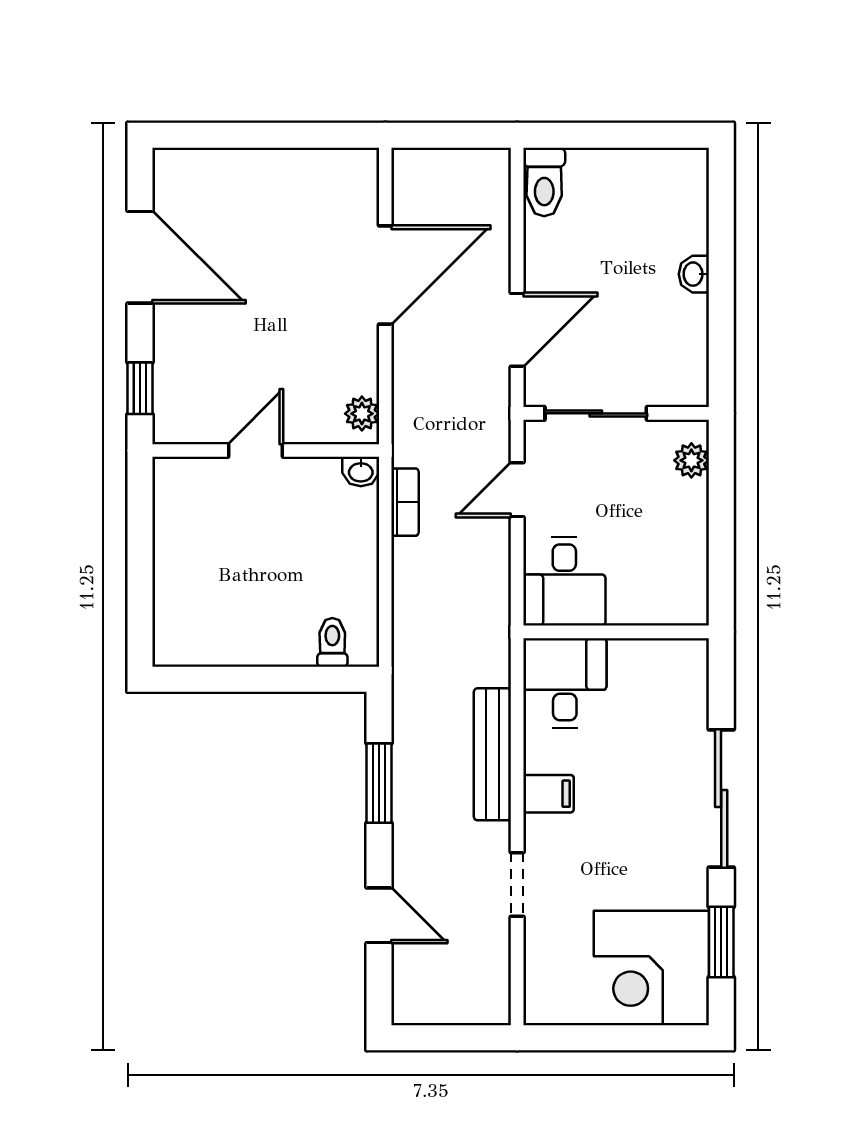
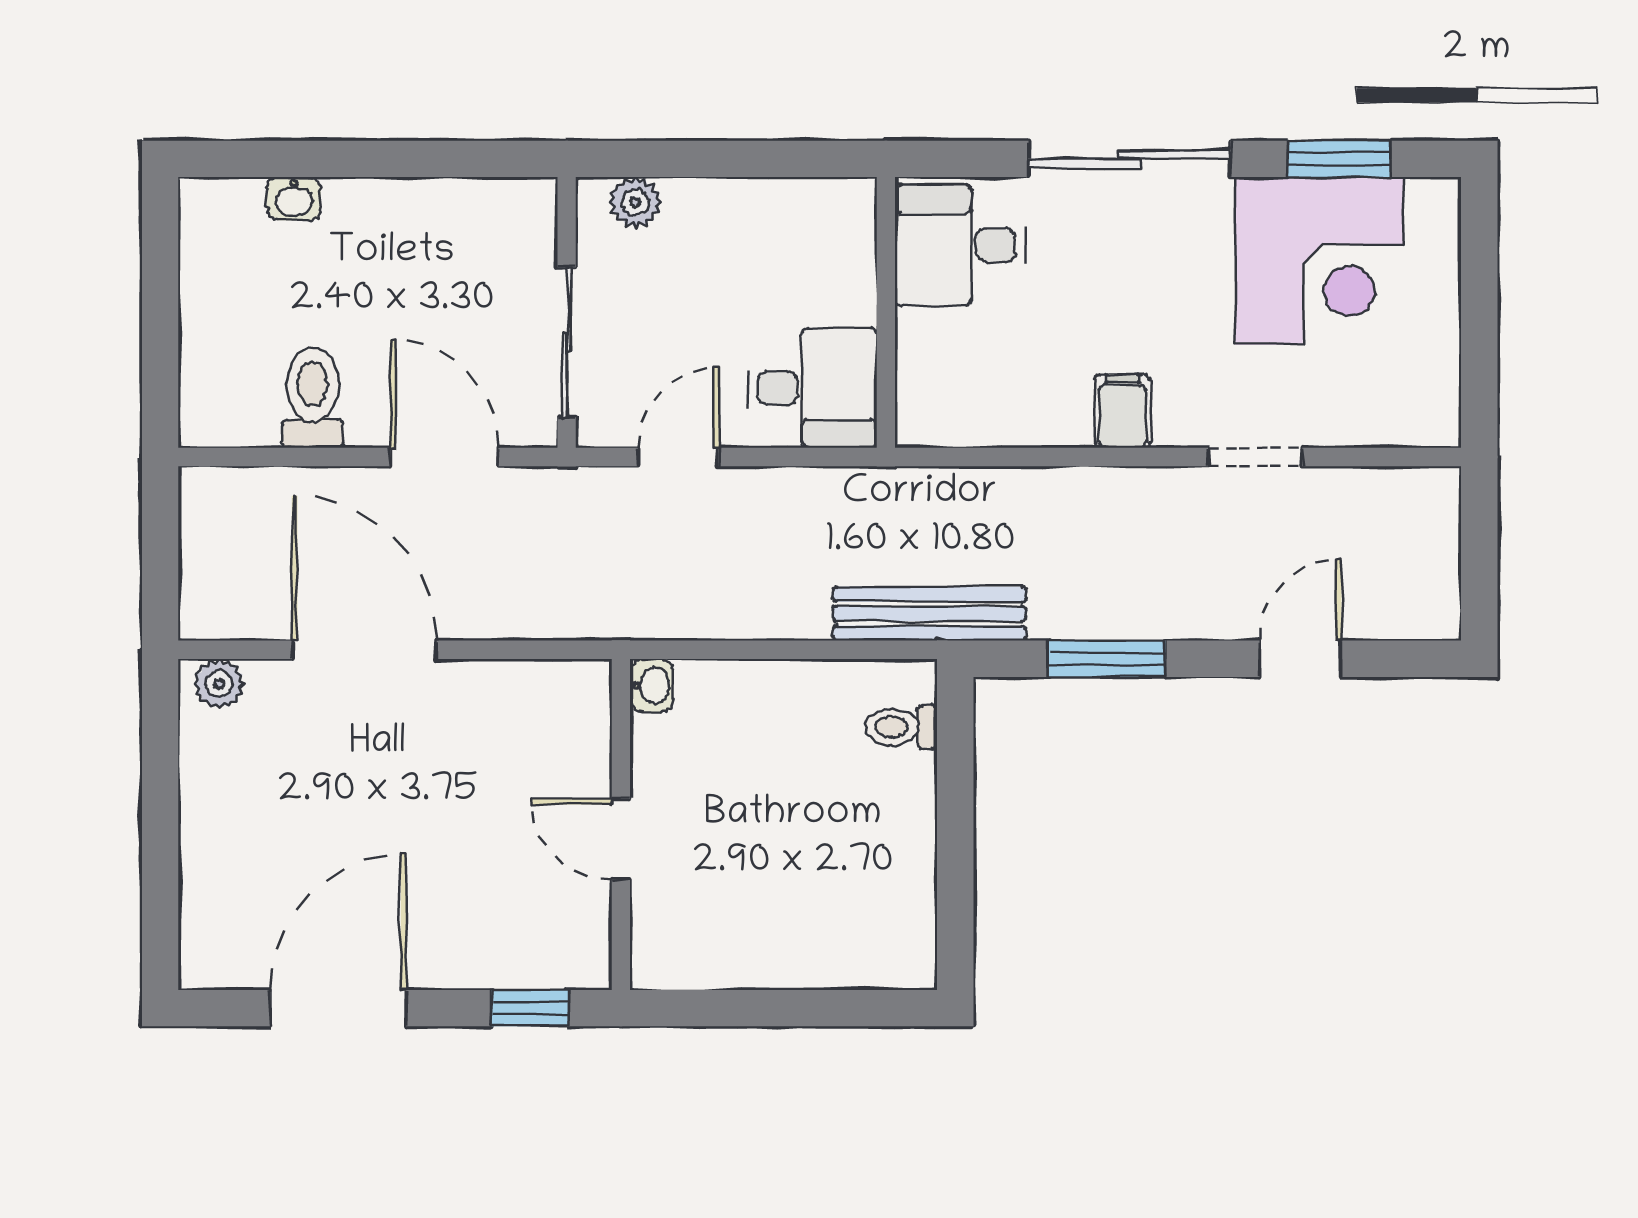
toilet: (544, 182) -> (313, 398), moved, turned -90
washbasin: (694, 274) -> (294, 199), moved
plant: (362, 414) -> (219, 684), moved
door: (517, 490) -> (678, 457), swing flipped
bookcase: (405, 502) -> (696, 621), removed
desk: (565, 683) -> (960, 245), moved
bench: (492, 754) -> (930, 614), moved
corner desk: (651, 968) -> (1319, 261), moved

